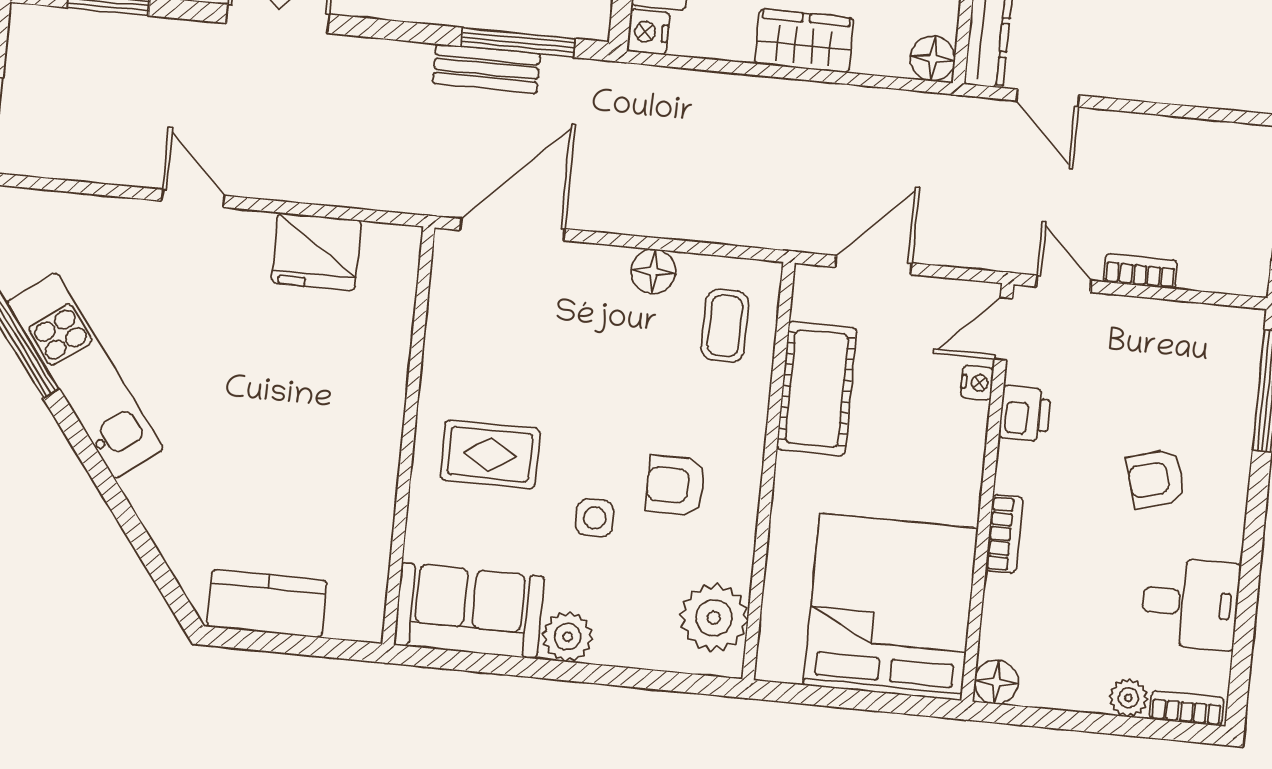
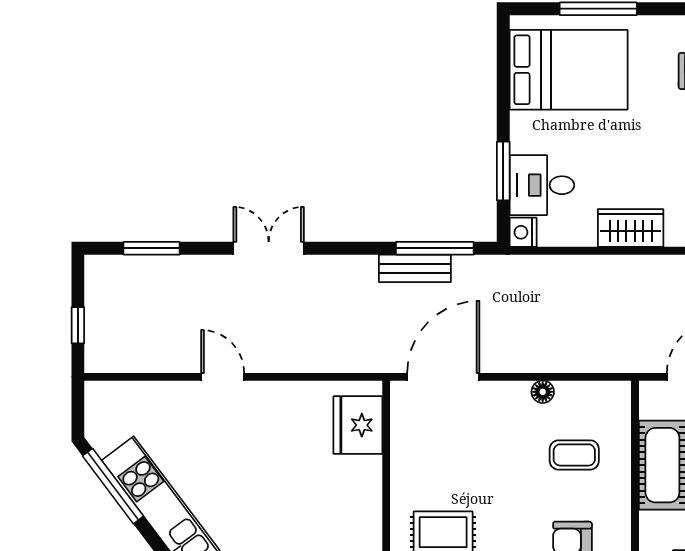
fridge: (316, 252) -> (358, 425), moved, turned 90
floor lamp: (653, 271) -> (543, 392), width x0.73, depth x0.73
coffee table: (725, 326) -> (574, 455), moved, turned 90

